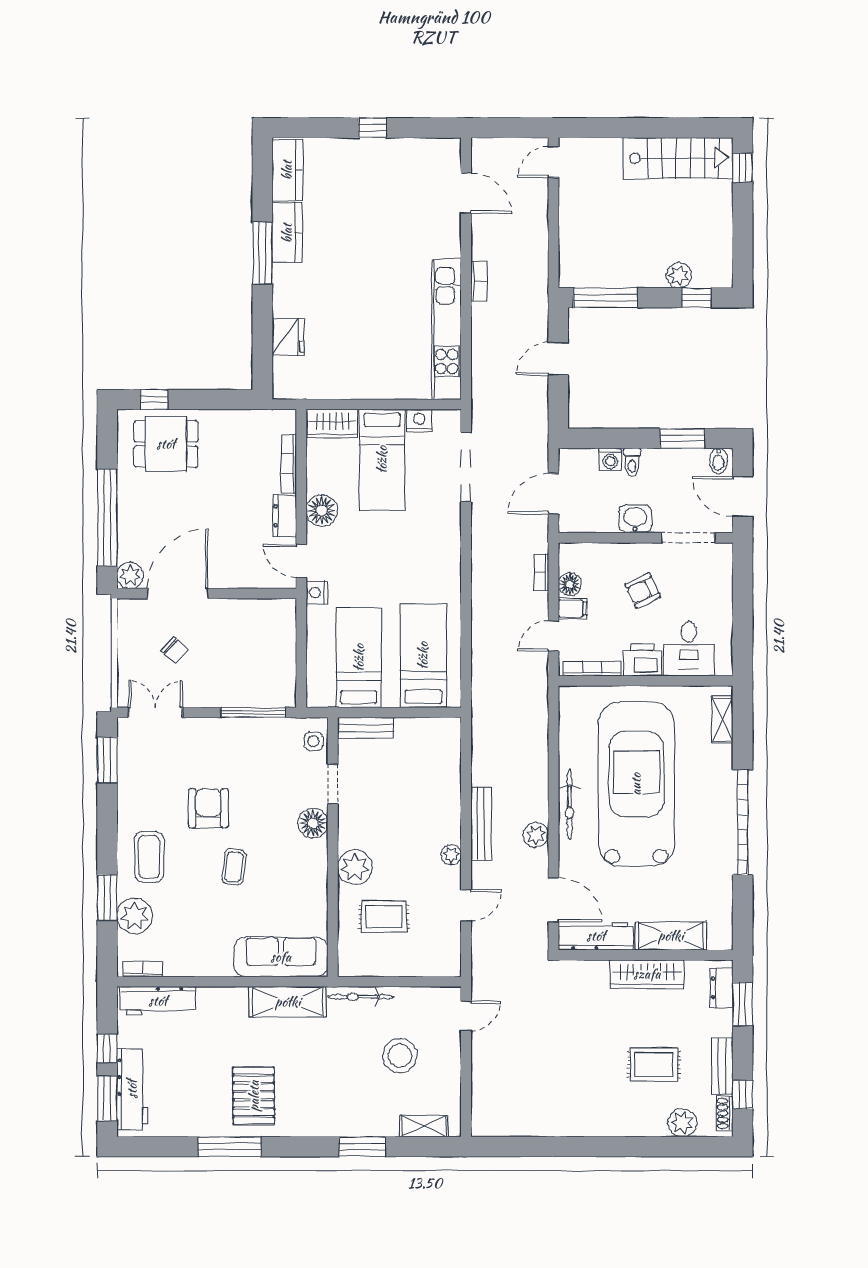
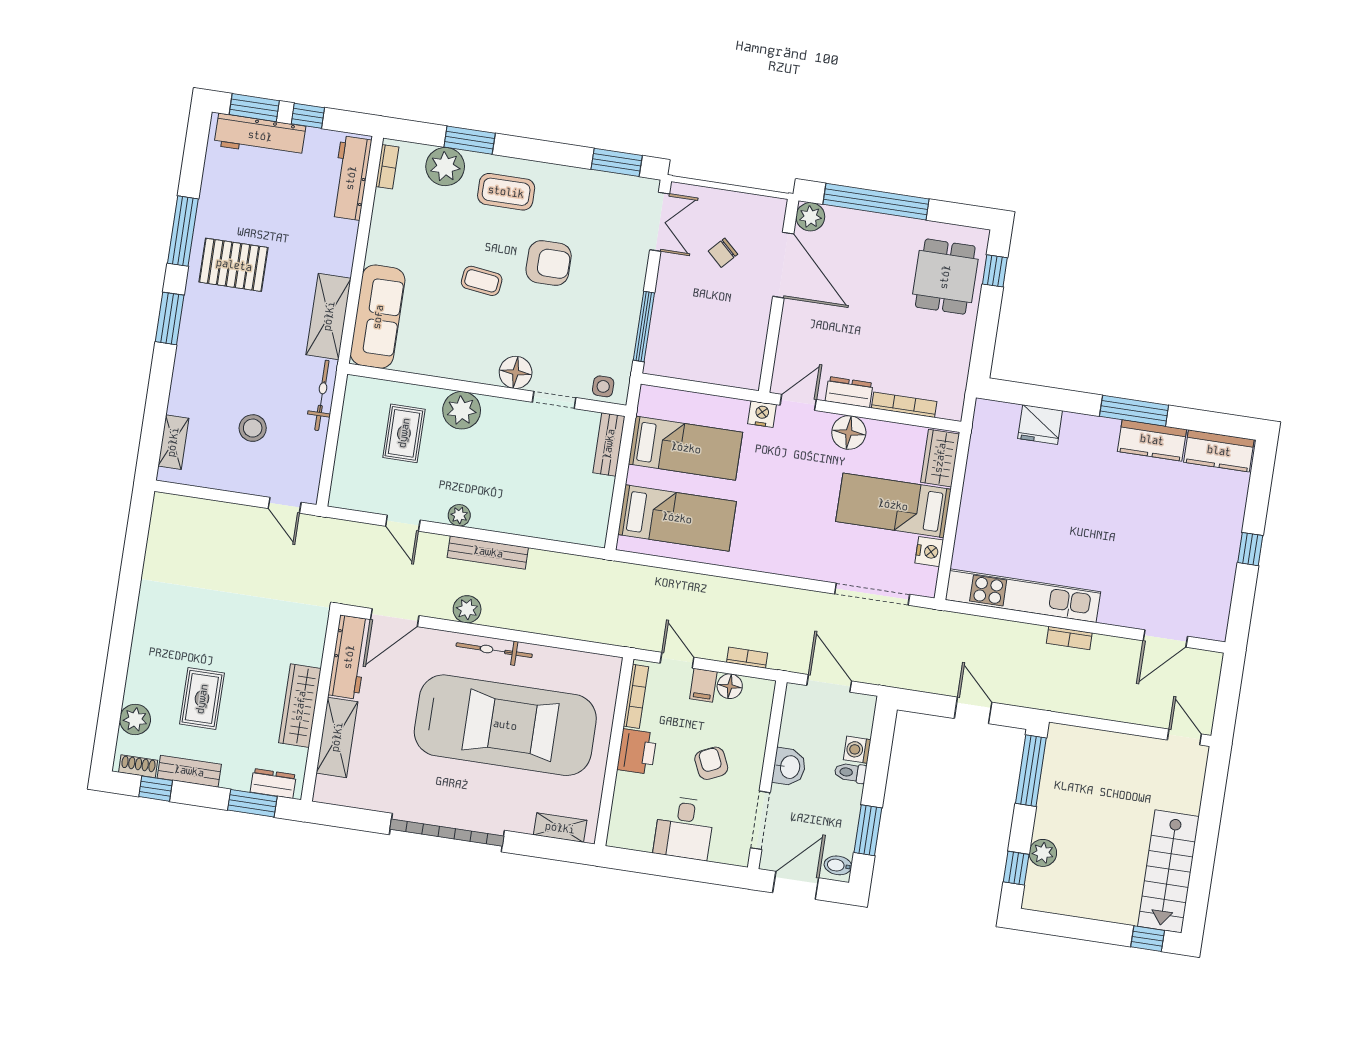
desk: (689, 649) -> (684, 828), moved, turned -90
stool: (400, 1056) -> (253, 428), width x0.73, depth x0.73
window: (362, 1147) -> (170, 318), moved

